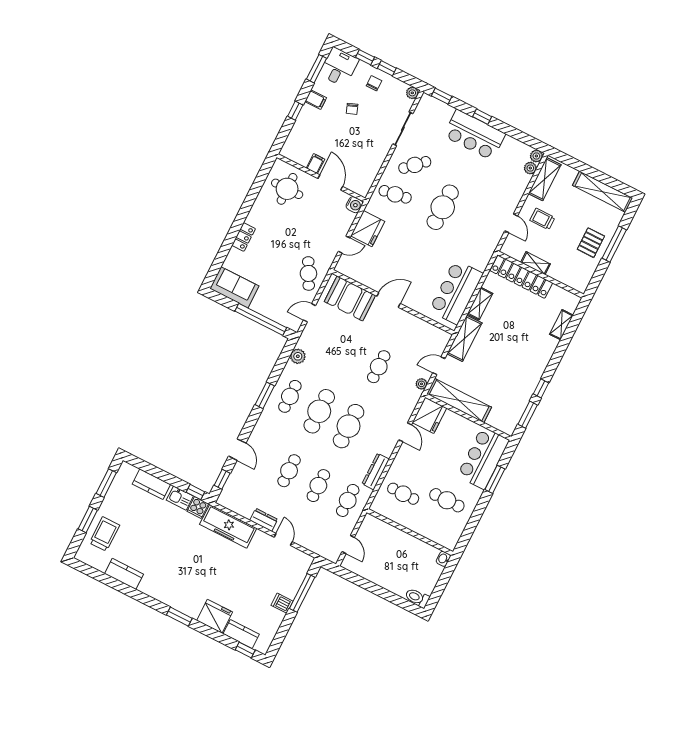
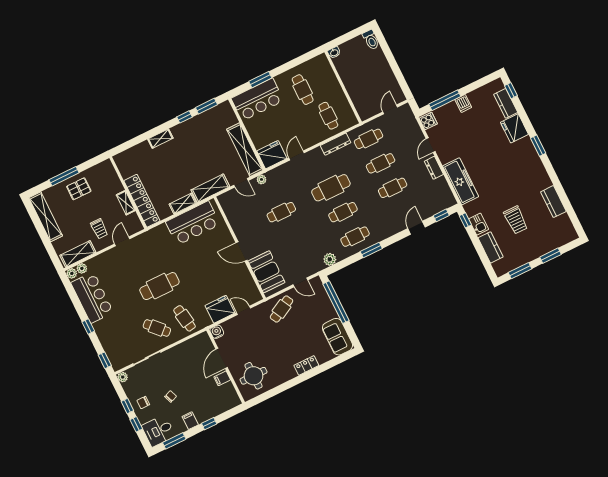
bar counter: (474, 135) -> (92, 298), moved
shelving: (561, 325) -> (160, 139), moved
cafe table: (319, 411) -> (343, 212), width x0.73, depth x0.74
cooker: (198, 508) -> (428, 121), moved
trolley: (104, 534) -> (516, 220), moved, turned -90

